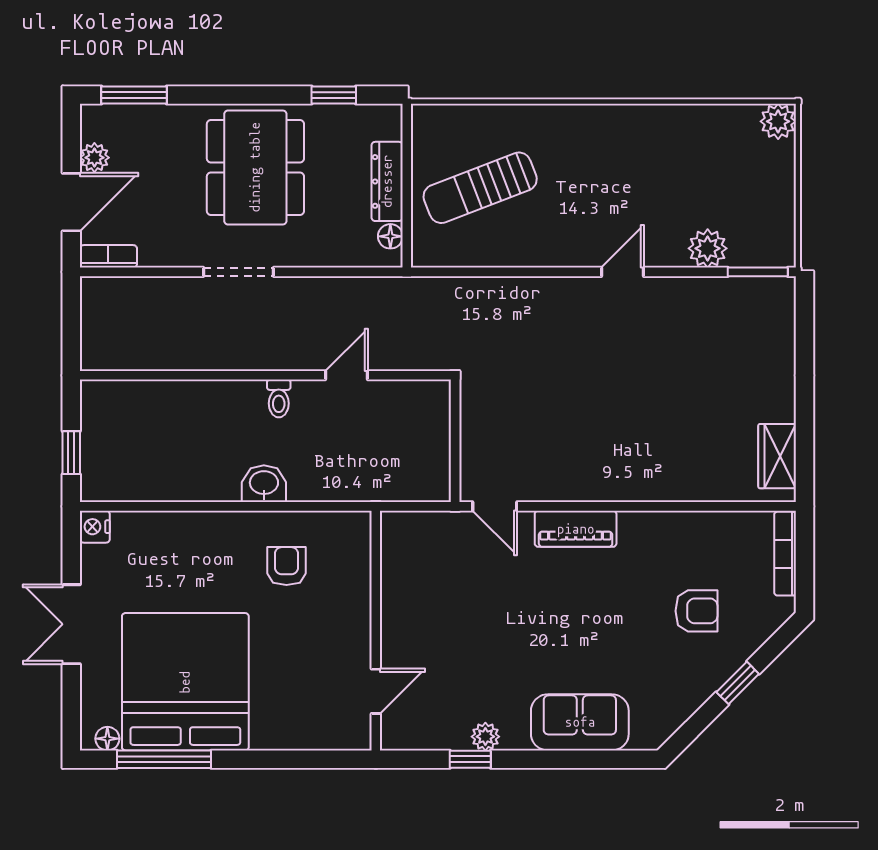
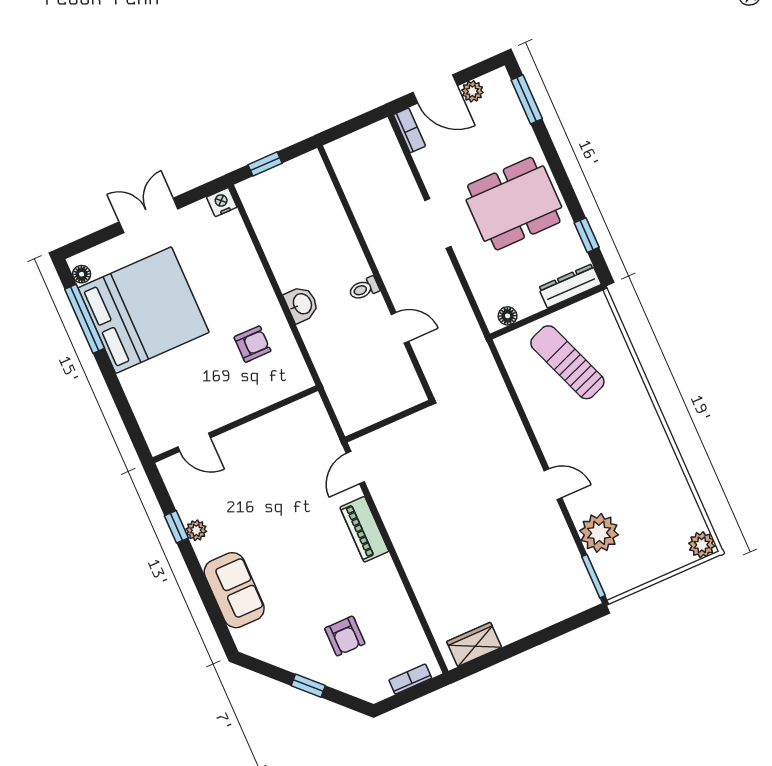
dresser: (387, 181) -> (570, 286), moved
plant: (708, 248) -> (599, 533), width x1.36, depth x1.36
bookcase: (785, 554) -> (410, 679), width x0.64

